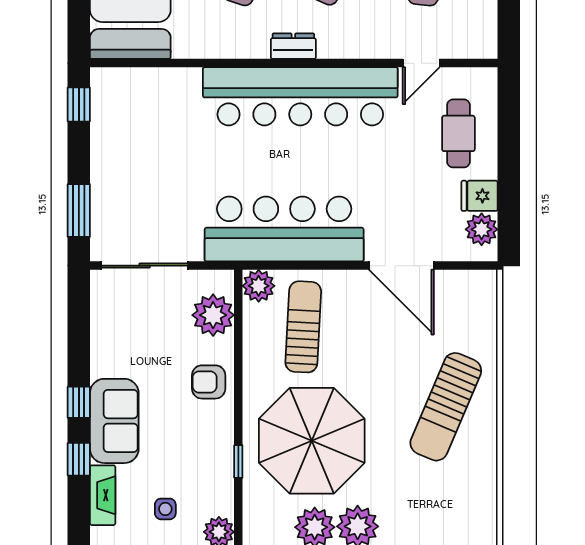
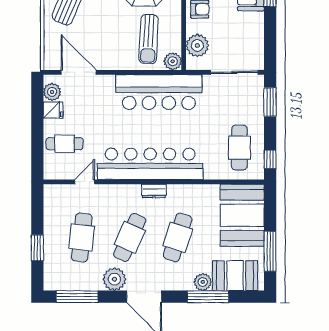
cafe table: (135, 126) -> (239, 148), added
cafe table: (458, 133) -> (65, 144), turned 90
door: (401, 266) -> (79, 72), moved

